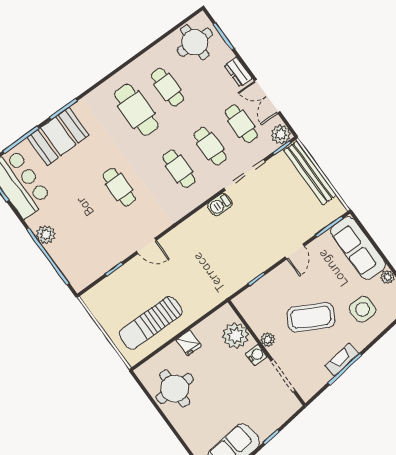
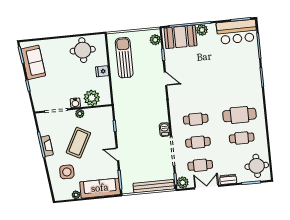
booth: (58, 136) -> (180, 37), moved, turned 90
cafe table: (119, 187) -> (204, 83), removed
door: (146, 246) -> (166, 79), swing flipped
plant: (99, 293) -> (155, 40), added

